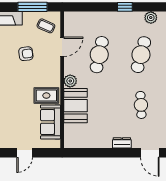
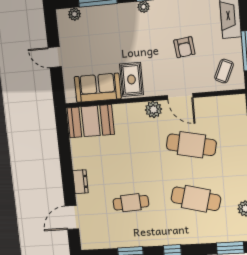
door: (62, 47) -> (180, 96), moved
booth: (75, 106) -> (91, 121), moved

